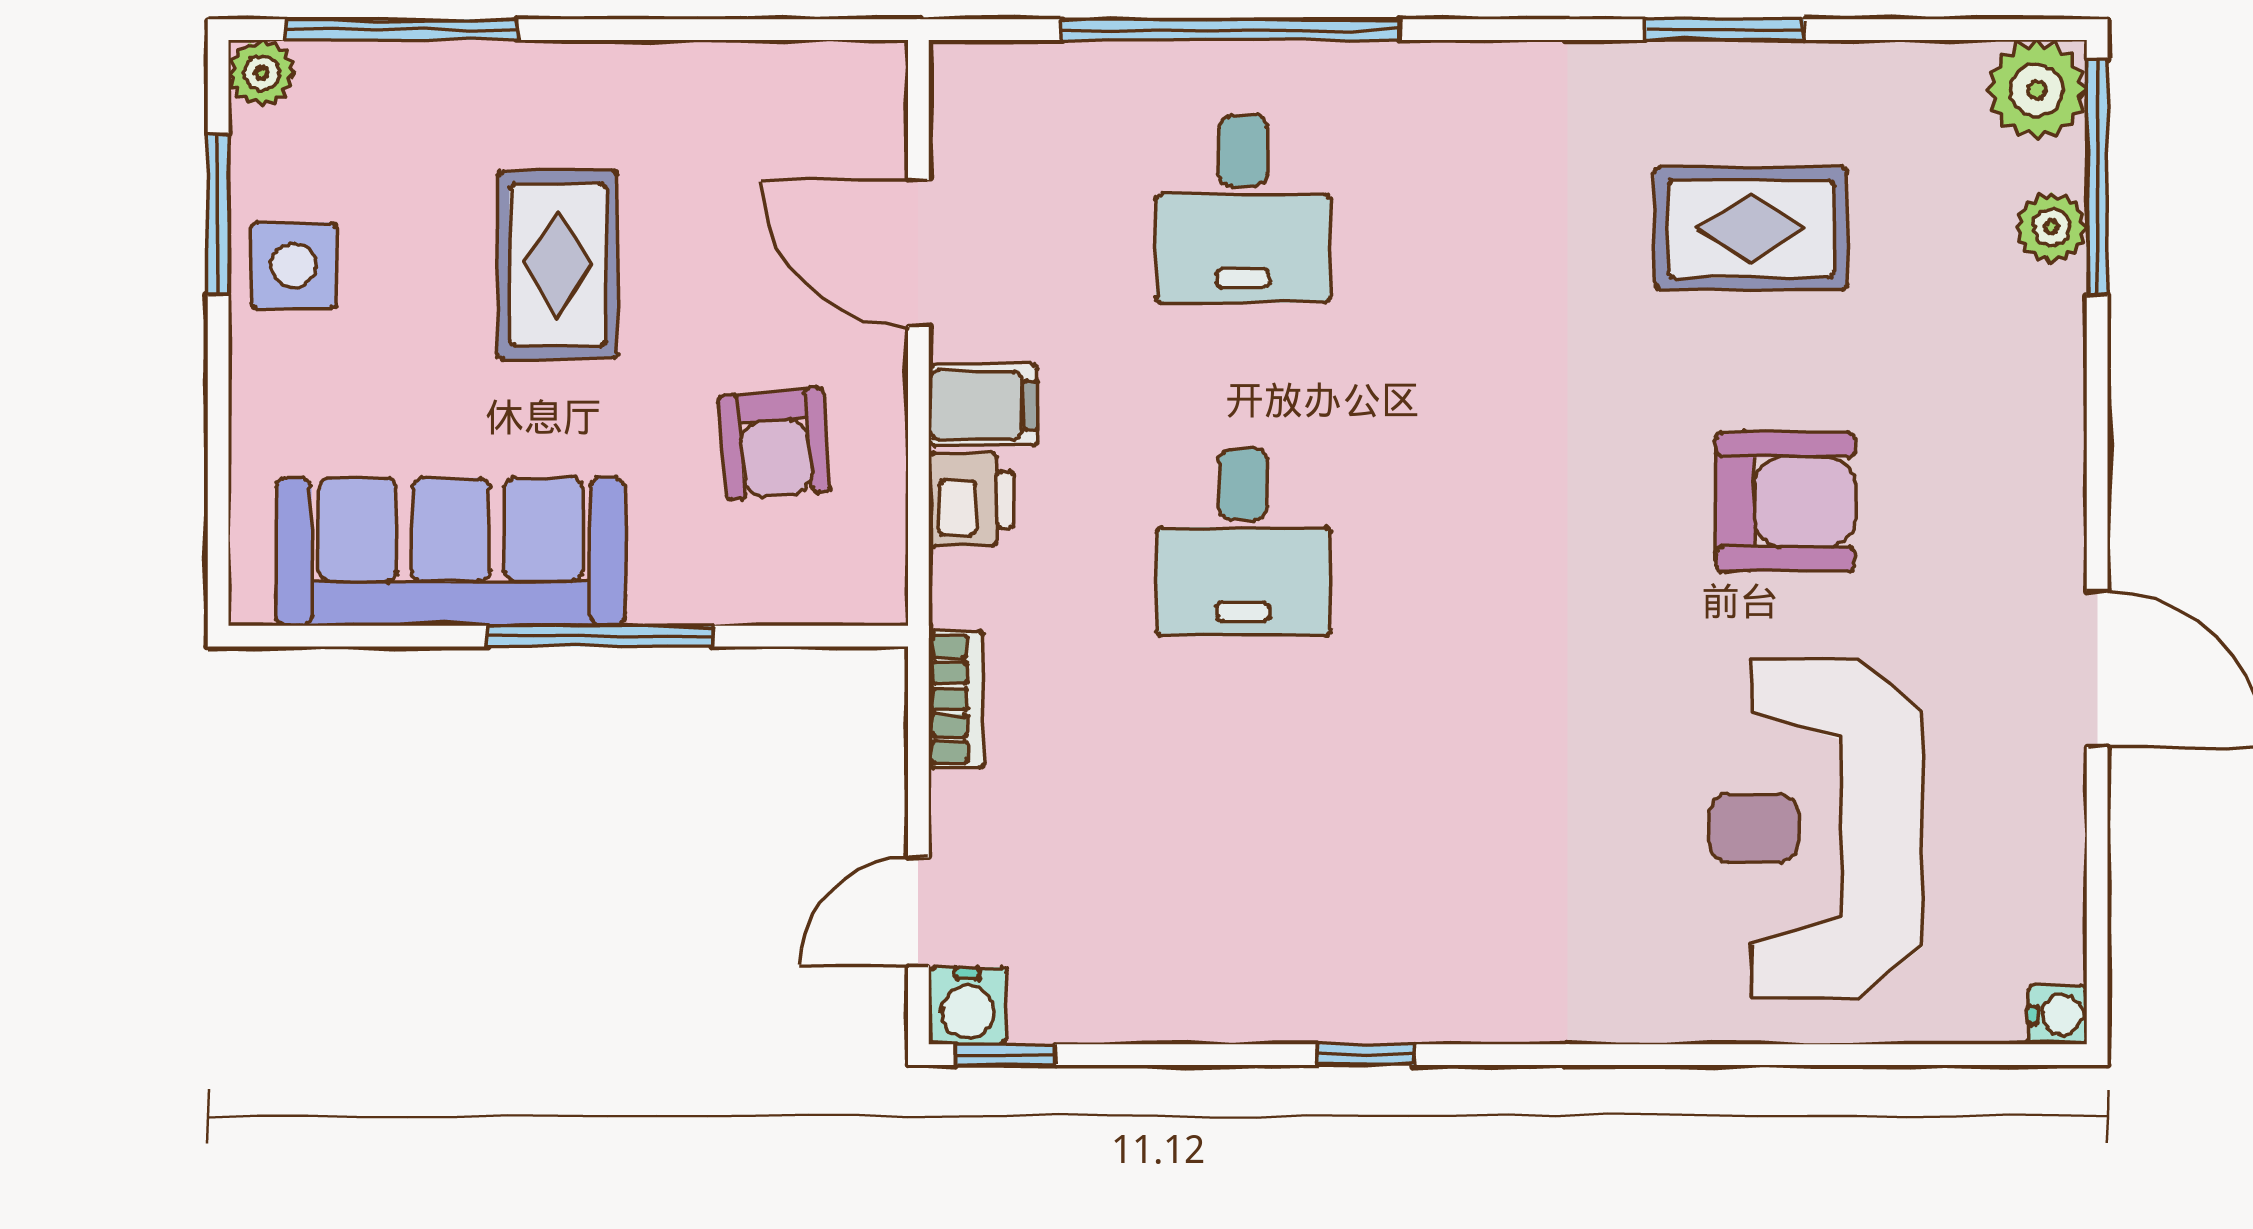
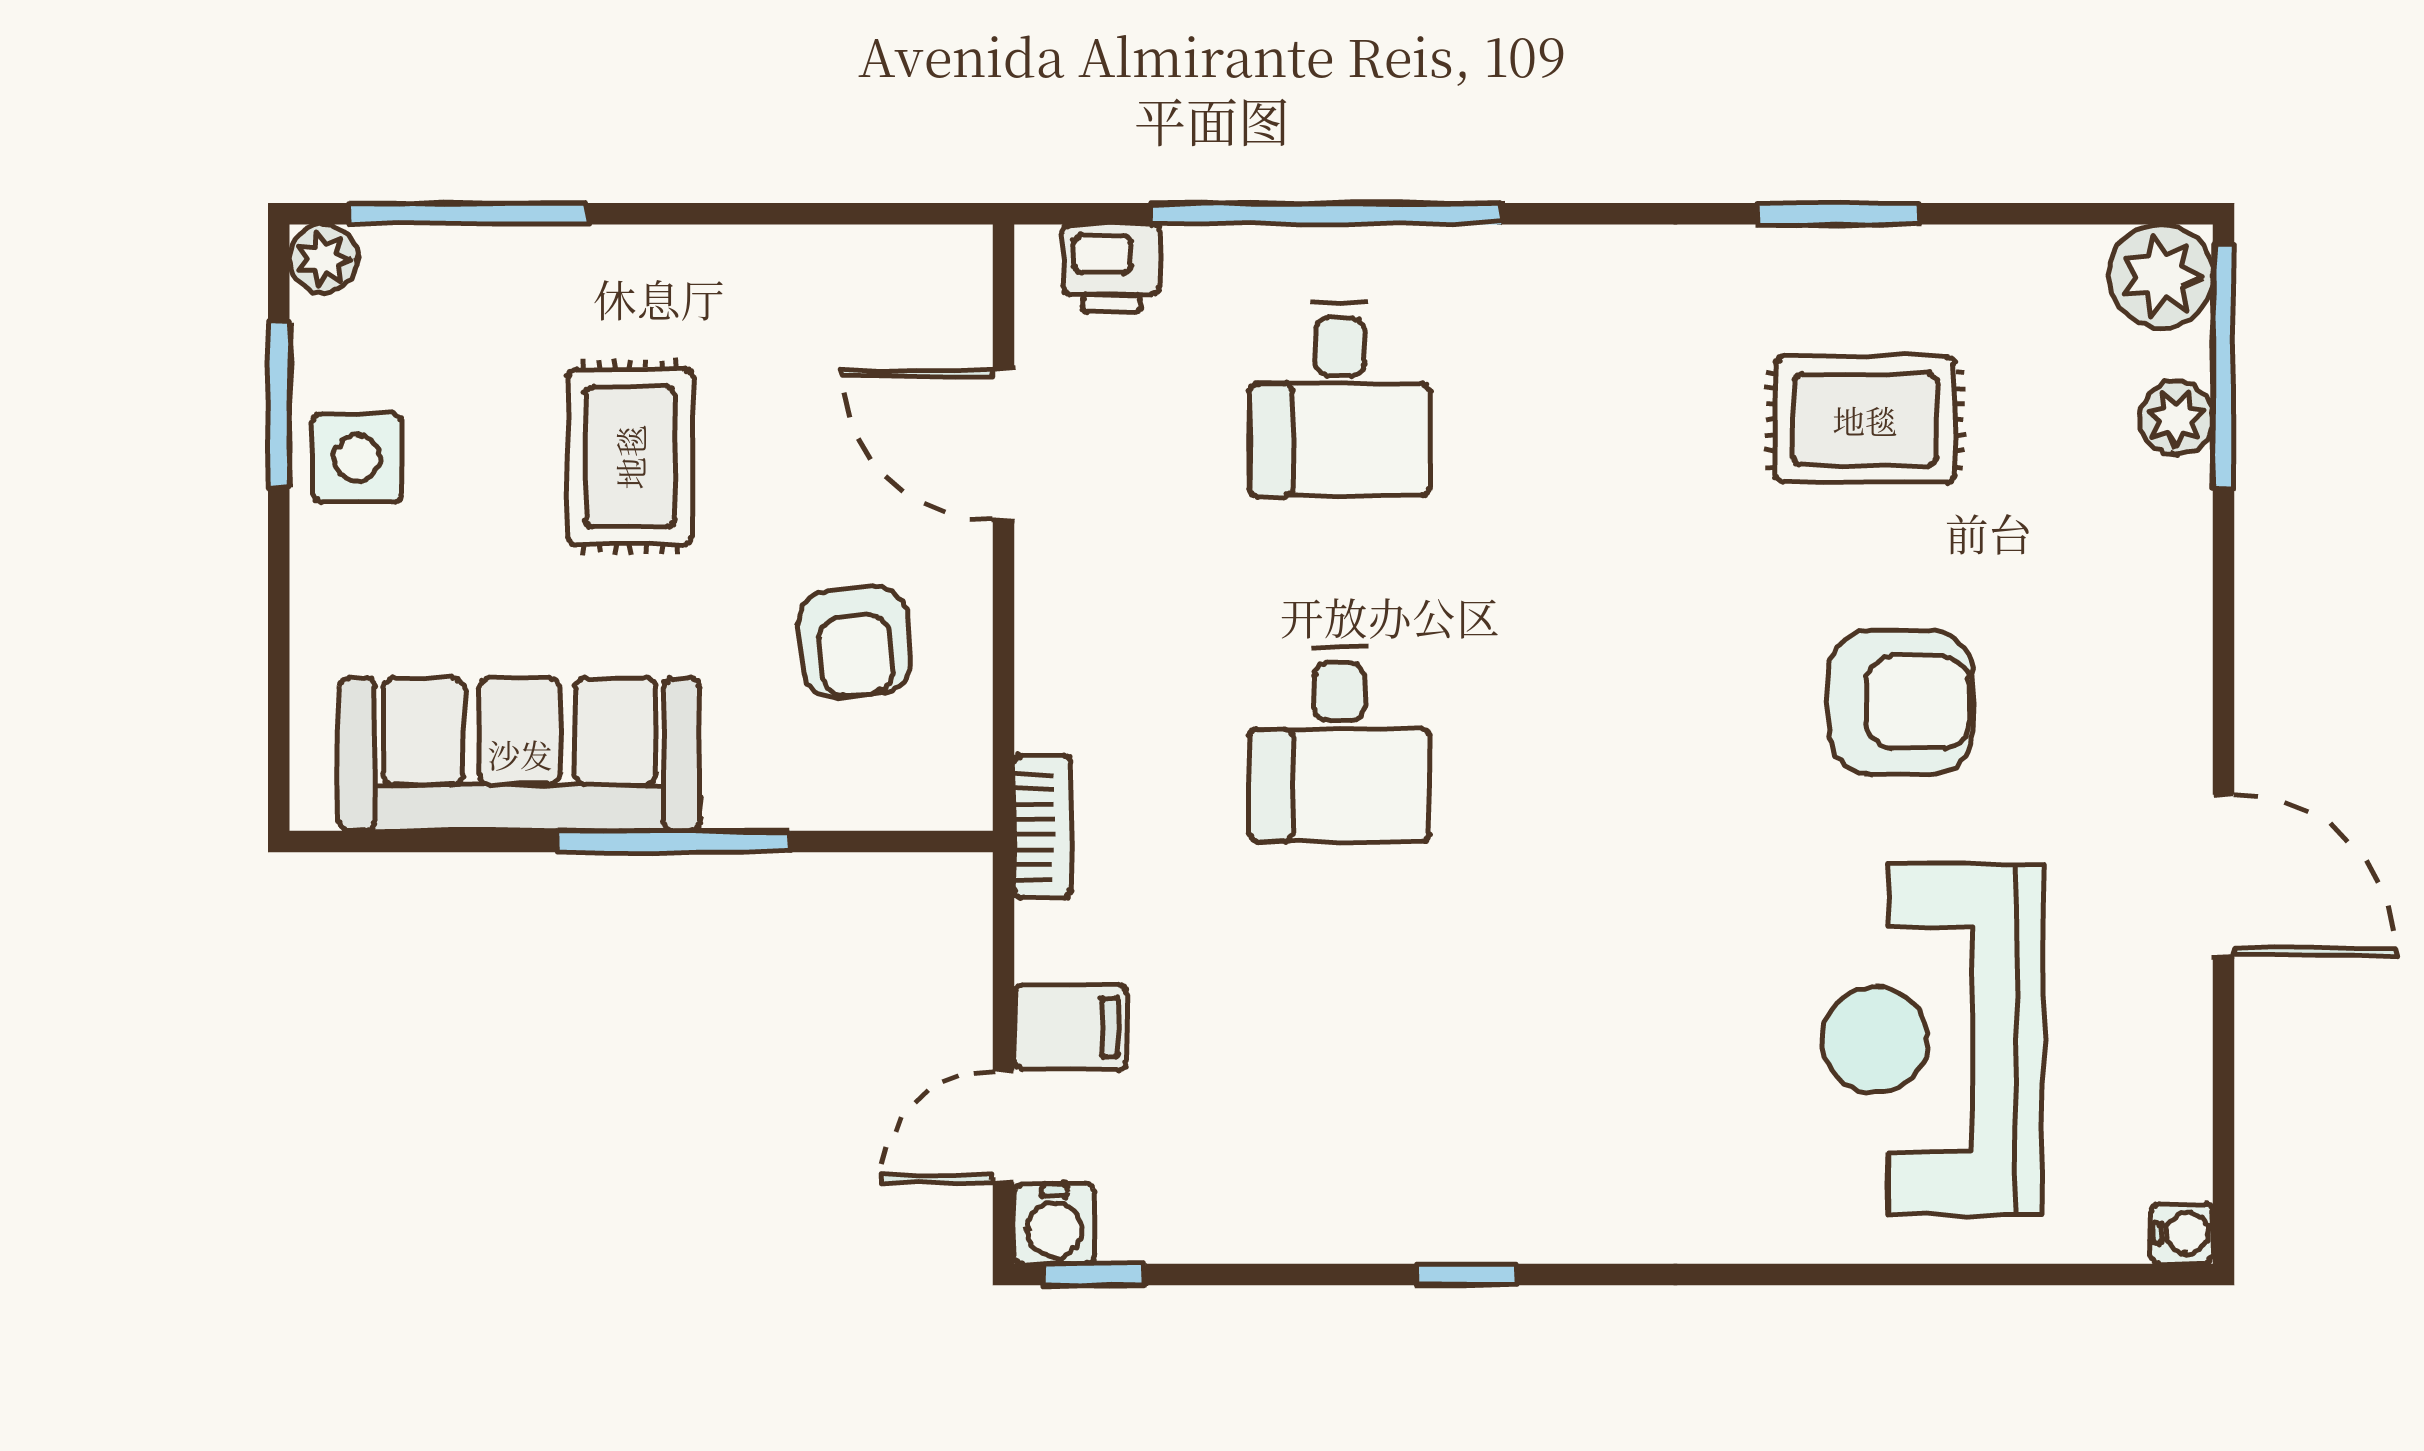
filing cabinet: (983, 405) -> (1070, 1027), moved
printer: (971, 500) -> (1111, 268), moved, turned 90
bookcase: (956, 699) -> (1043, 827), moved

